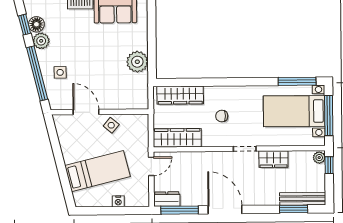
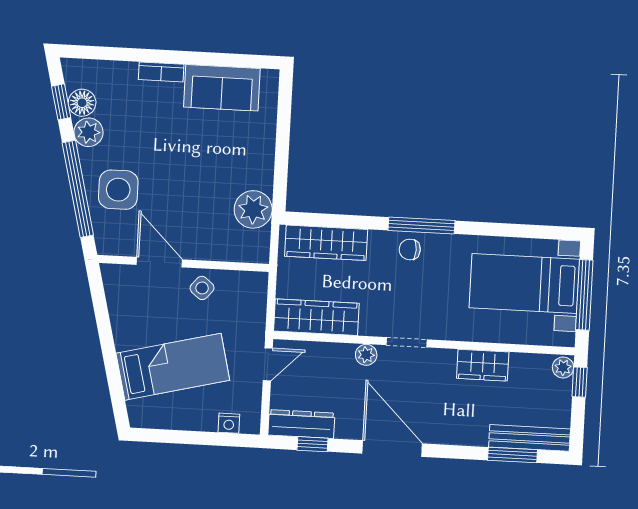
plant: (137, 62) -> (253, 209), moved
side table: (60, 72) -> (118, 190), width x1.87, depth x1.87
window: (297, 81) -> (422, 225), moved
chair: (222, 116) -> (410, 249), moved
doorway: (245, 149) -> (407, 342), moved
plant: (207, 157) -> (366, 355), added
dresser: (167, 199) -> (301, 424), width x1.44
nightstand: (118, 201) -> (229, 423), moved
window: (180, 210) -> (313, 444), width x0.46

